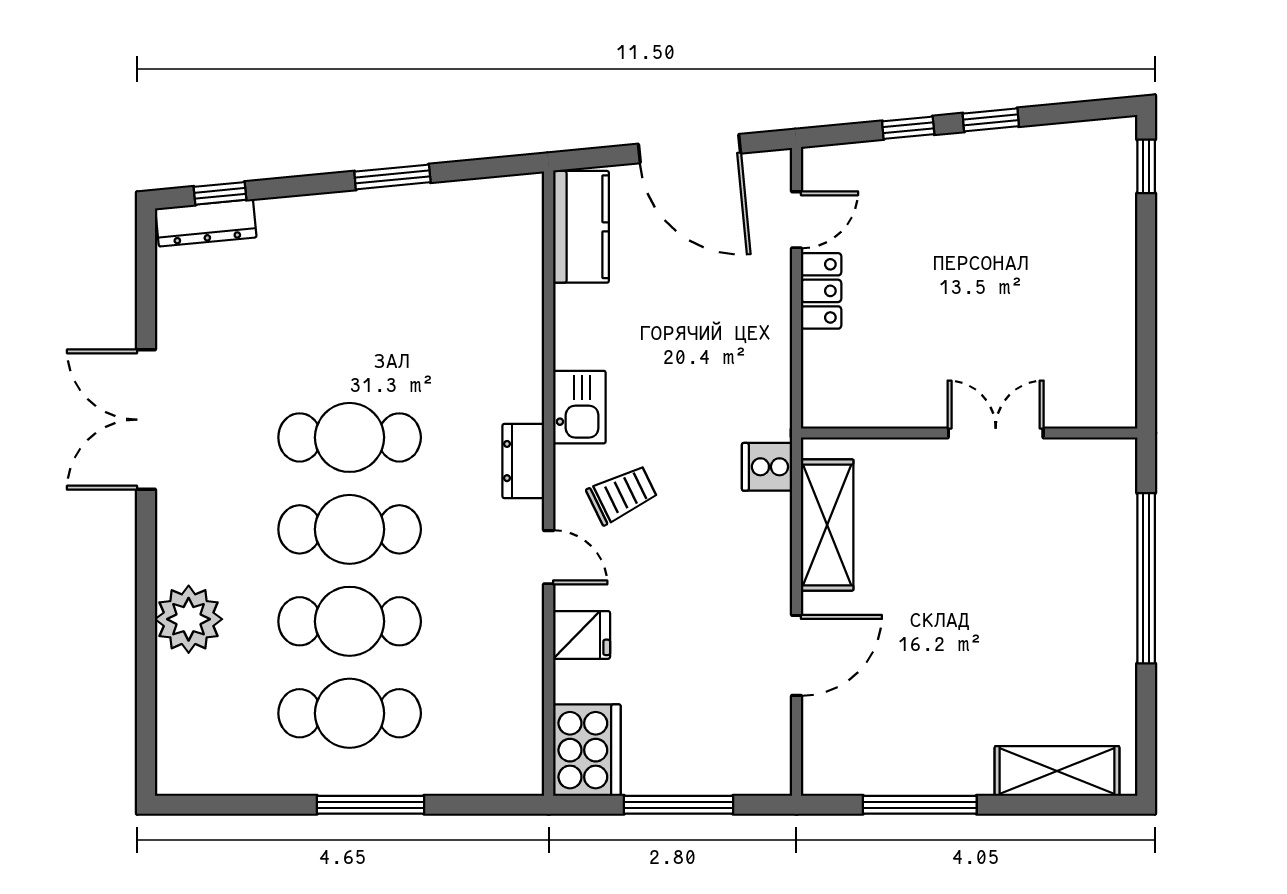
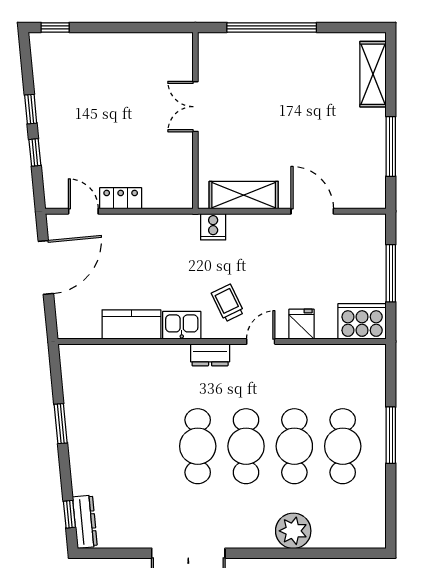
kitchen counter: (581, 227) -> (131, 324), moved

